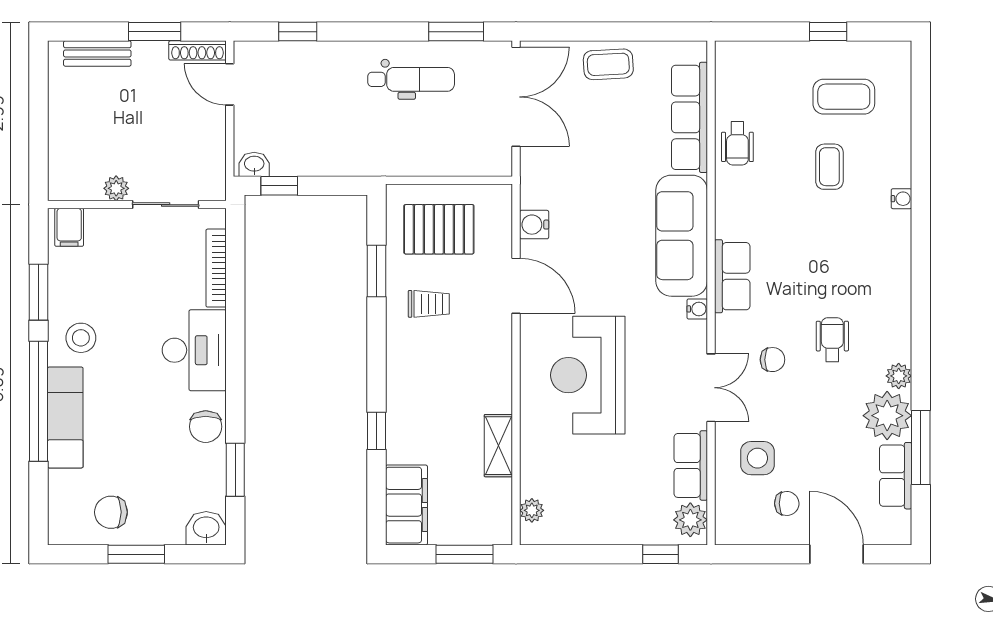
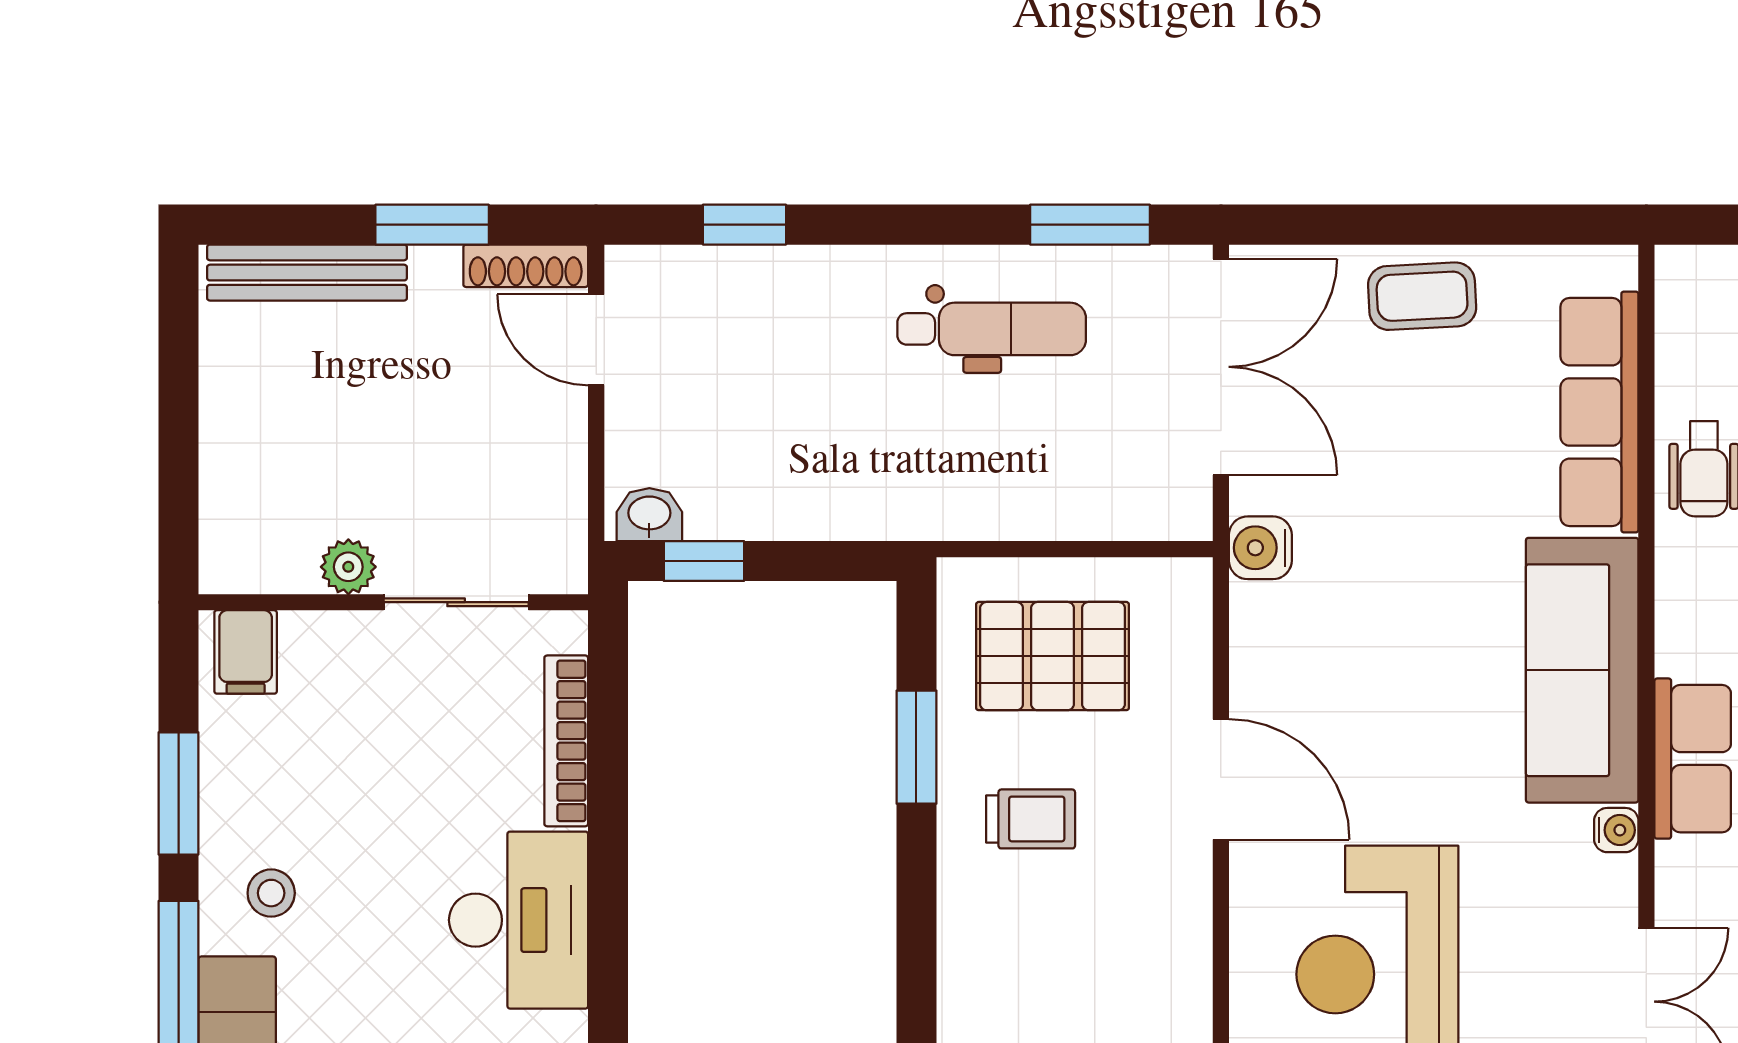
bench: (97, 53) -> (307, 273), width x1.36
water cooler: (534, 225) -> (1260, 548), moved
stool: (81, 338) -> (271, 893), width x0.73, depth x0.73

